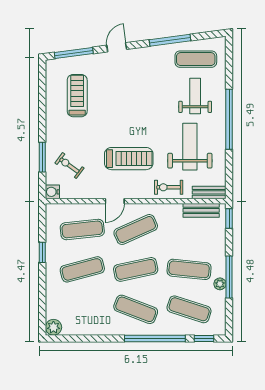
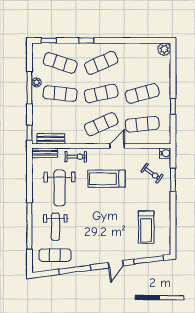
window: (229, 119) -> (29, 226), moved
exercise mat: (136, 309) -> (101, 63), turned -45
window: (155, 338) -> (86, 40), width x0.32

